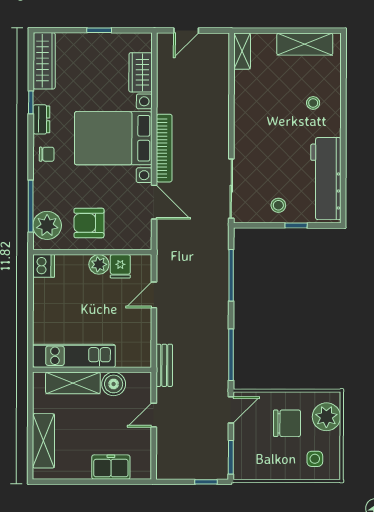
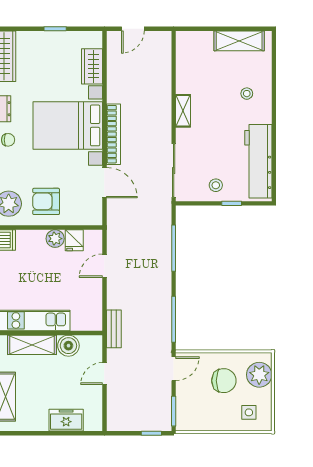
shelving: (242, 51) -> (183, 111), moved

